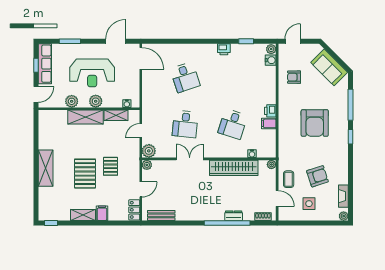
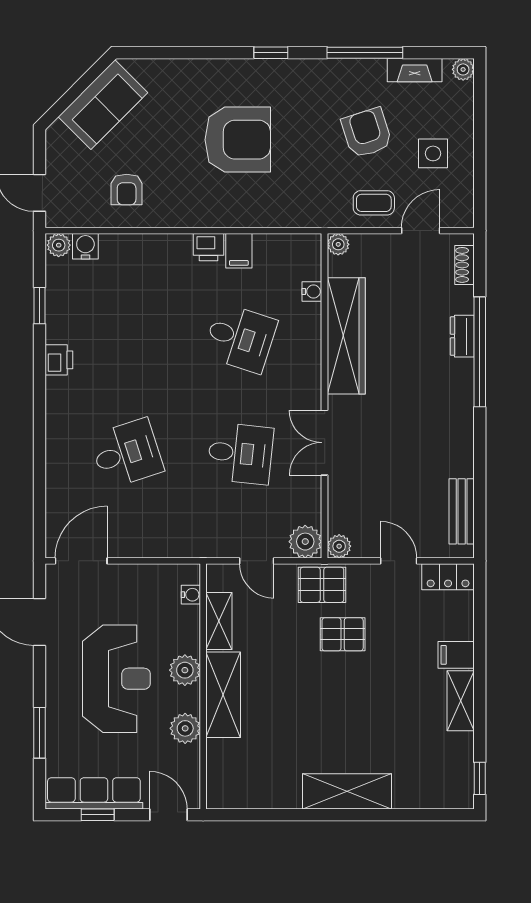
window: (351, 105) -> (365, 53), moved
pallet: (85, 174) -> (322, 585), moved, width x0.67, depth x0.71

